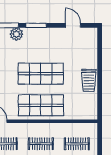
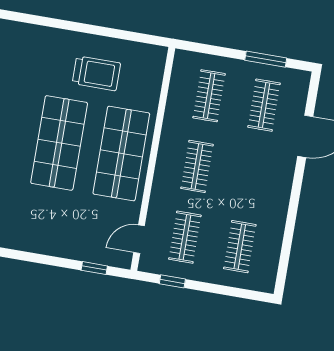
trolley: (89, 80) -> (96, 73), moved

